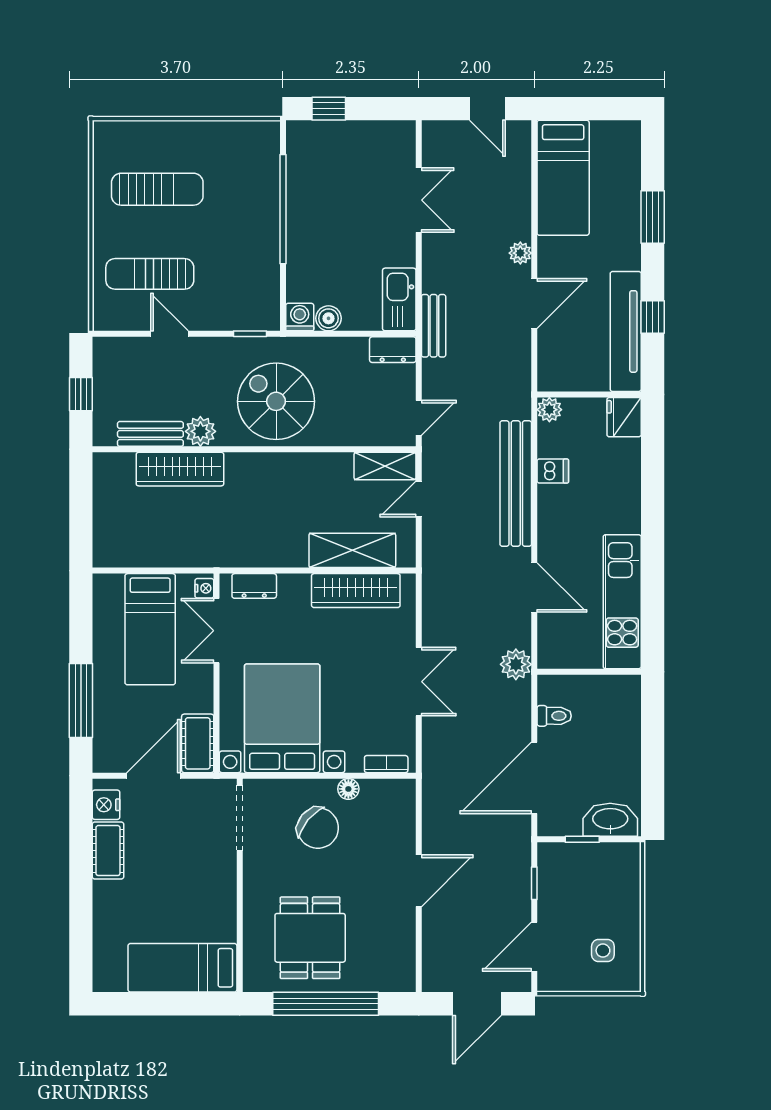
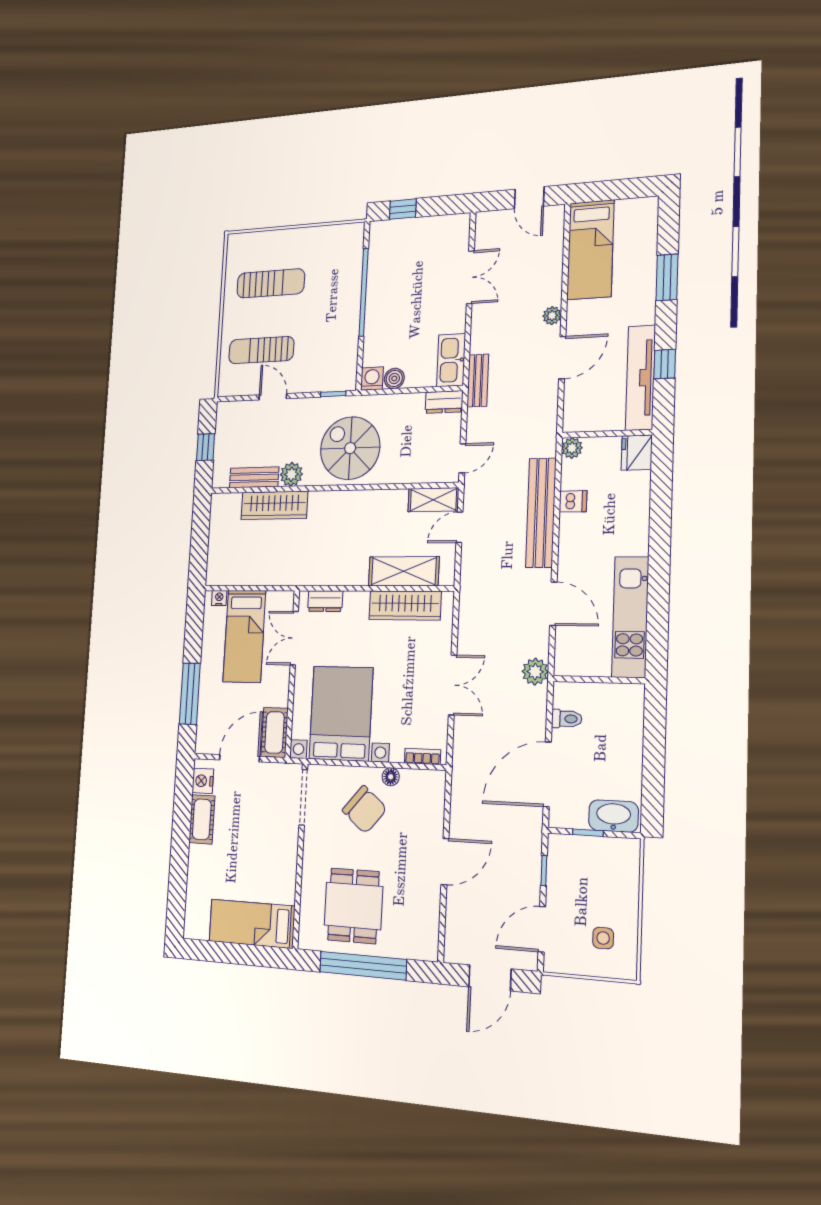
nightstand: (204, 588) -> (219, 598), moved, turned -90

